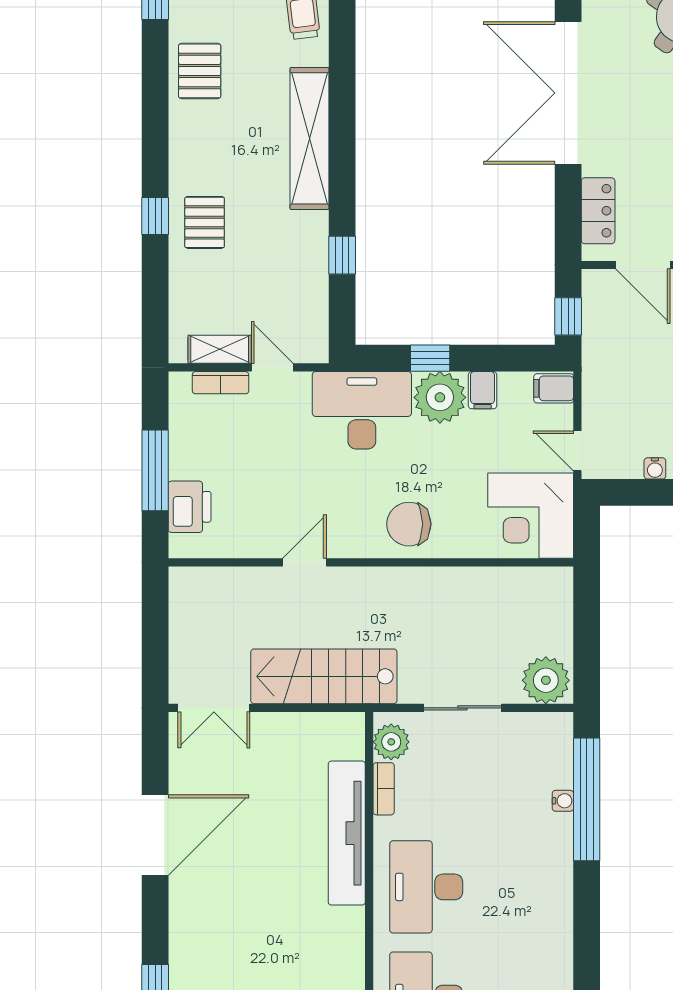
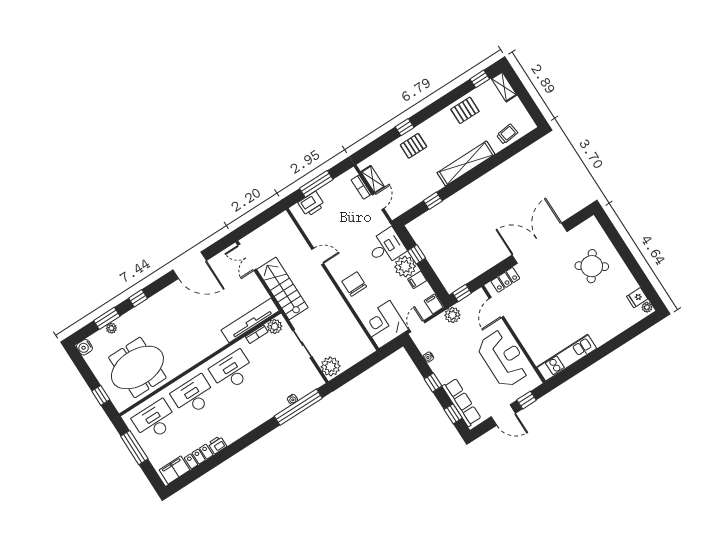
plant: (601, 364) -> (452, 315), added
desk: (362, 410) -> (386, 247), width x0.73
tv unit: (347, 833) -> (250, 320), moved

